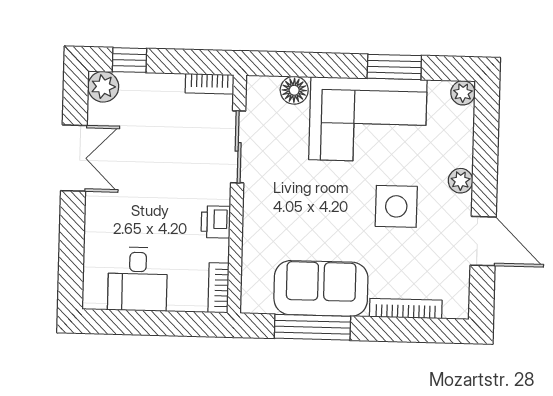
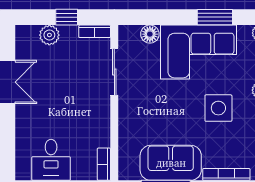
window: (129, 60) -> (67, 17), moved
plant: (103, 87) -> (49, 35), moved
printer: (216, 222) -> (101, 121), removed

